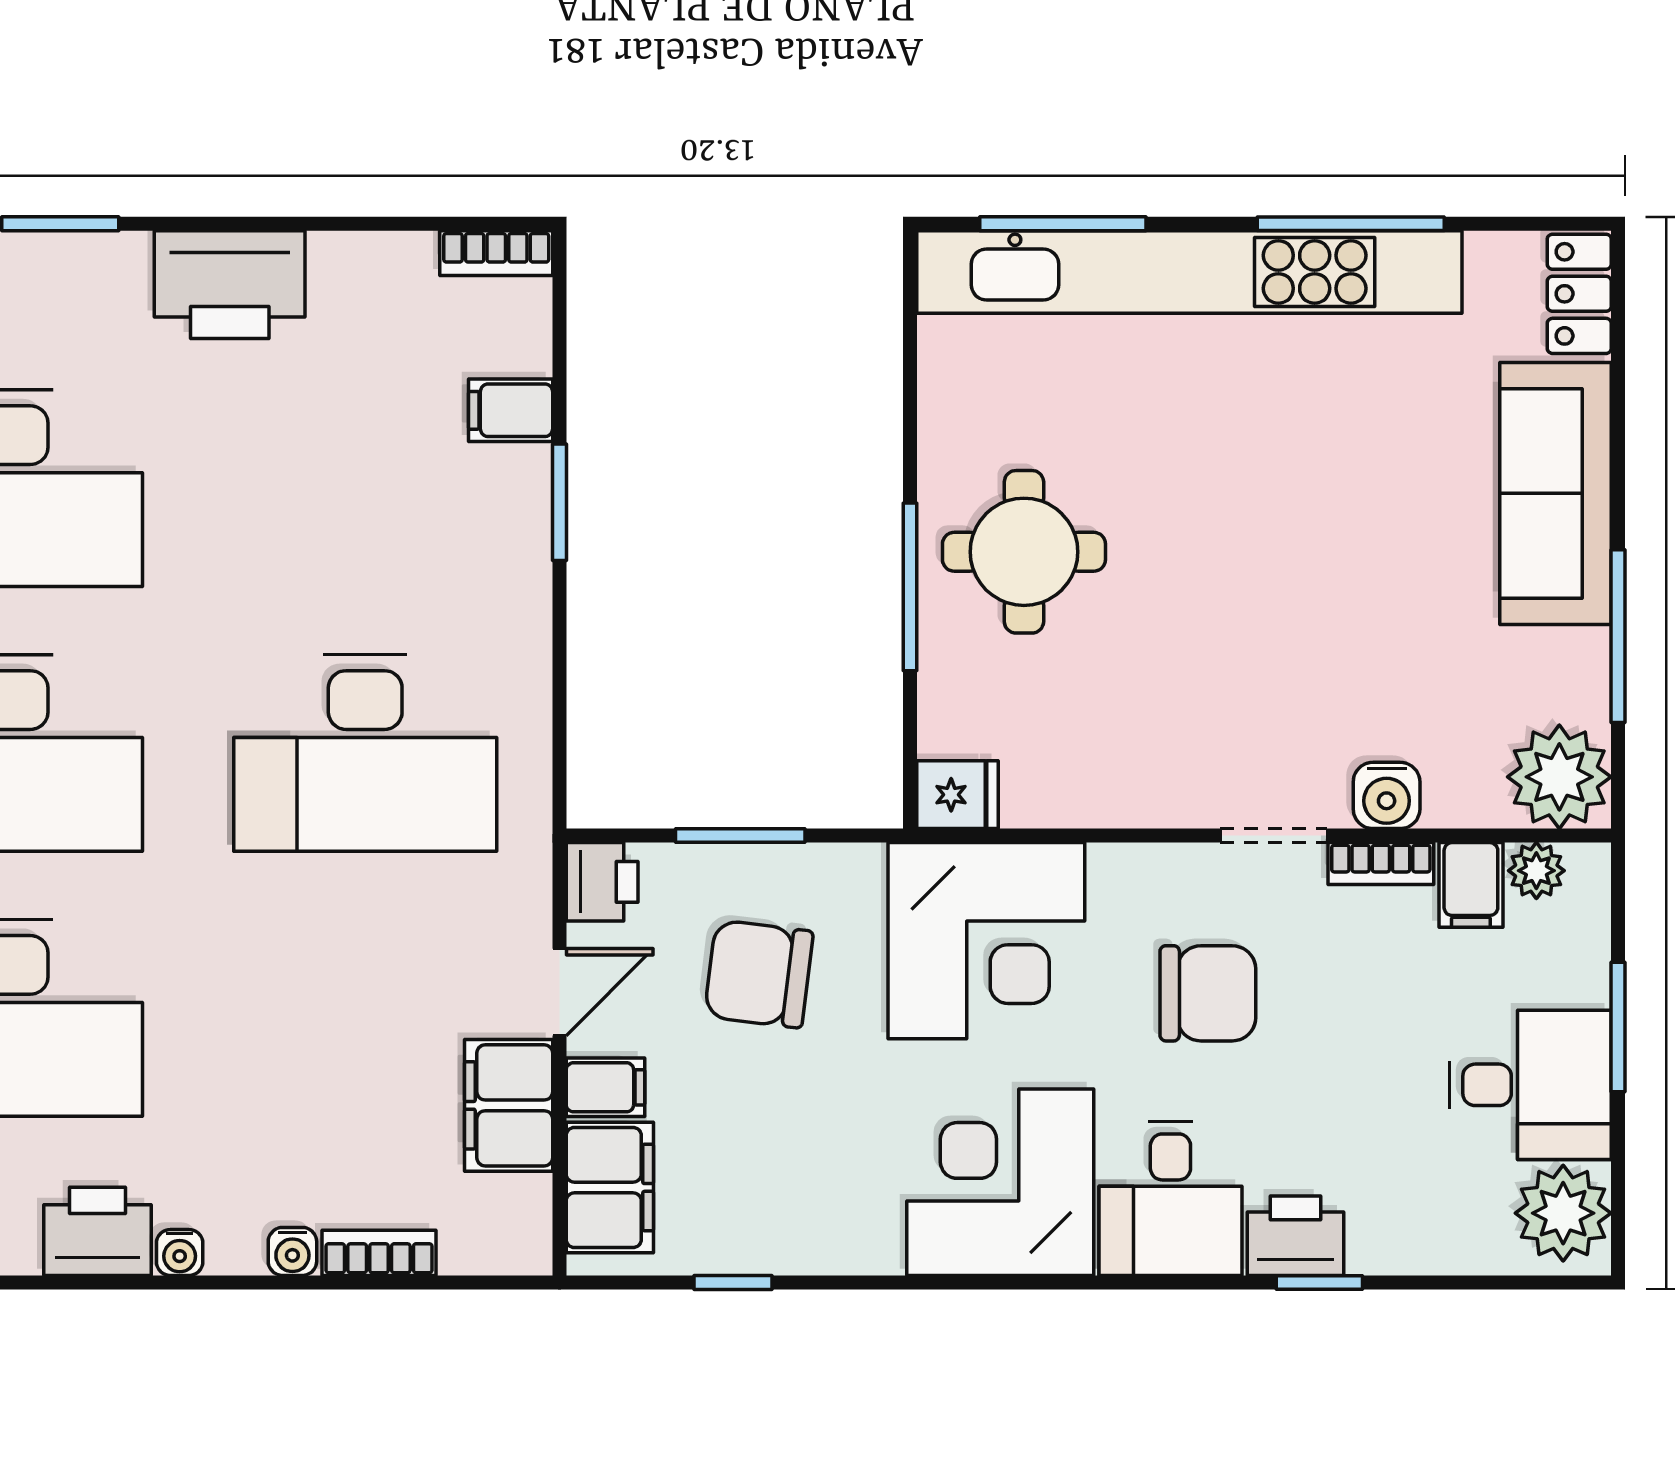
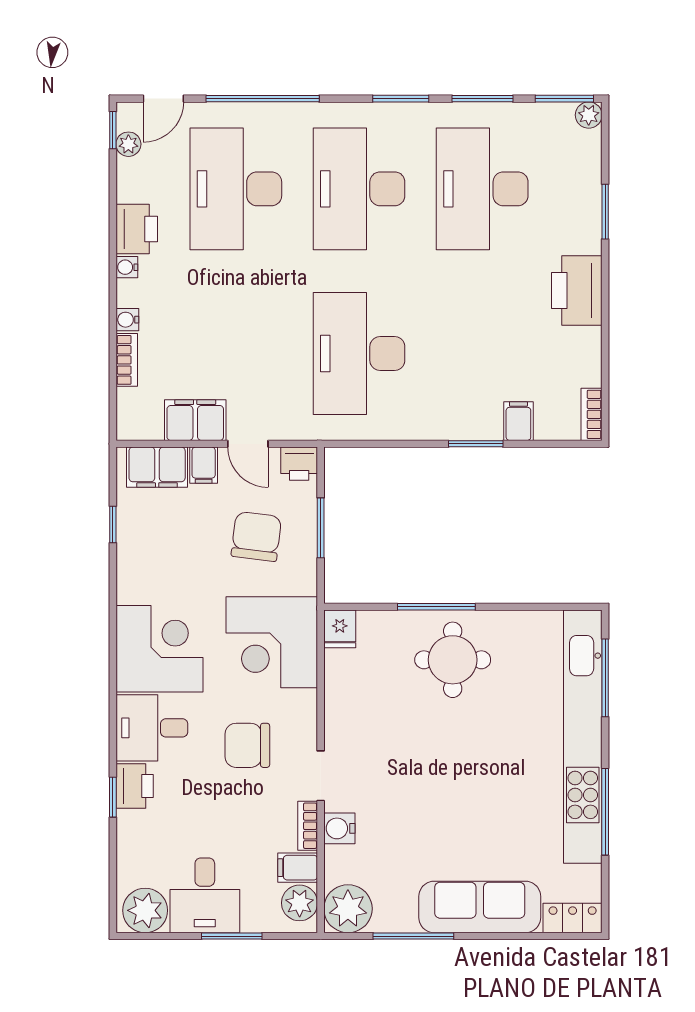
plant: (1536, 871) -> (300, 903), width x1.38, depth x1.38
chair: (1208, 993) -> (247, 745), turned 90

